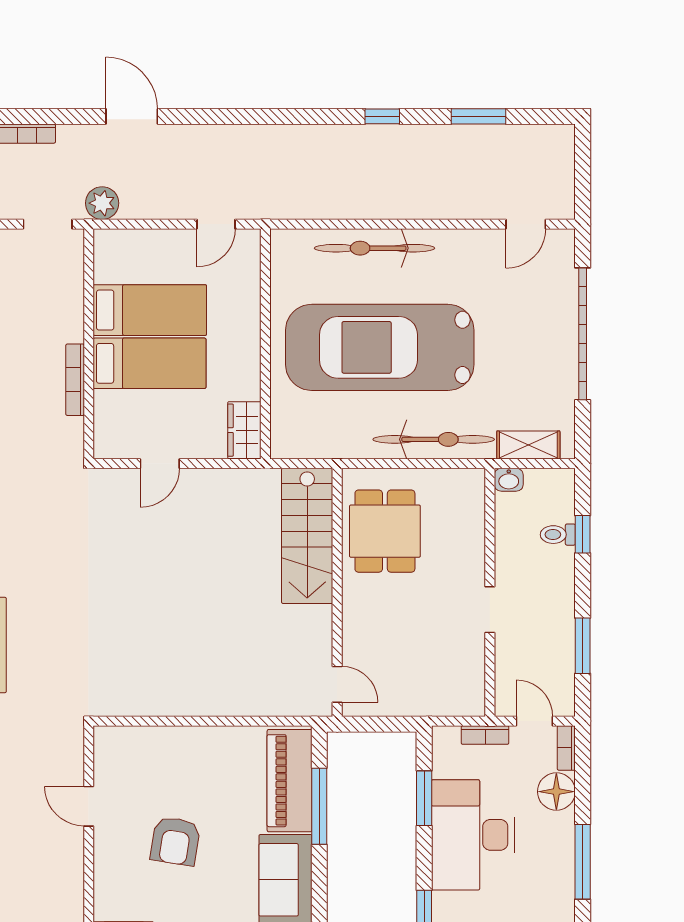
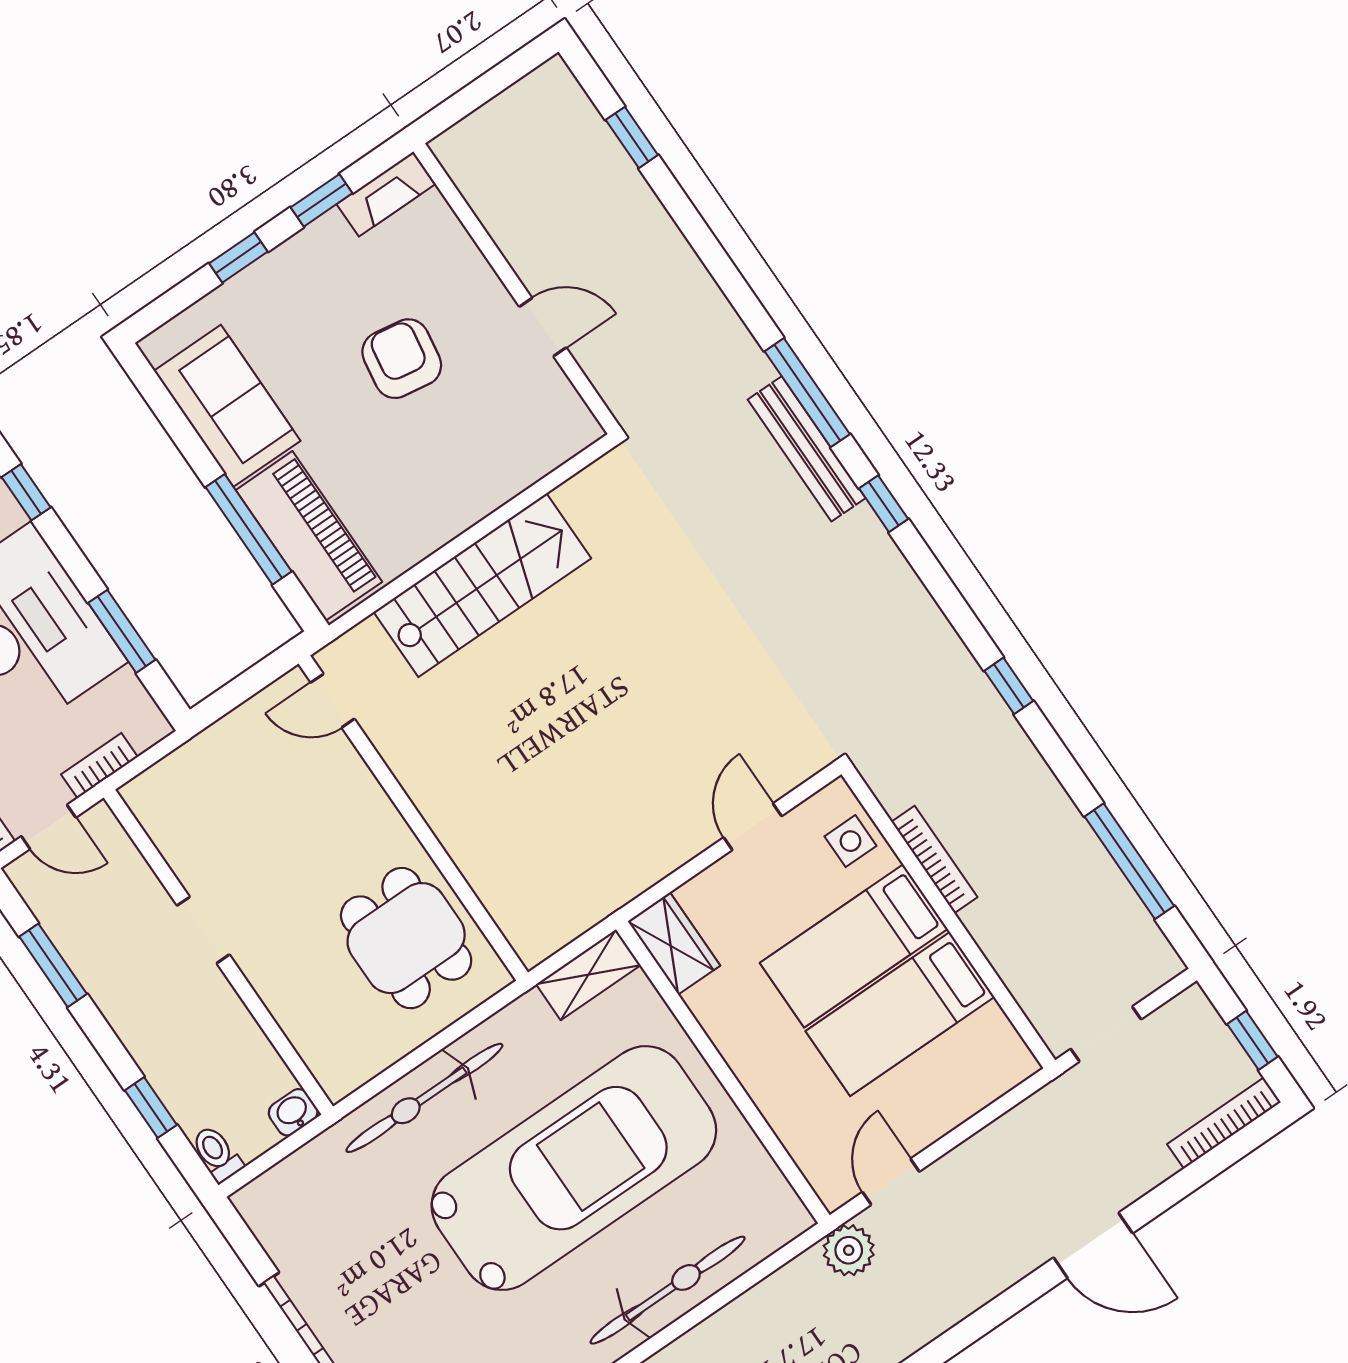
plant: (102, 203) -> (849, 1250), moved
side table: (113, 420) -> (850, 841), added
shelving: (528, 445) -> (588, 975), moved
toilet: (558, 535) -> (217, 1154), moved, turned -90
stairs: (307, 536) -> (482, 585), moved, turned 90

